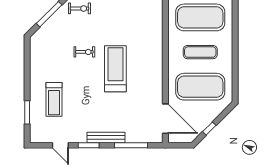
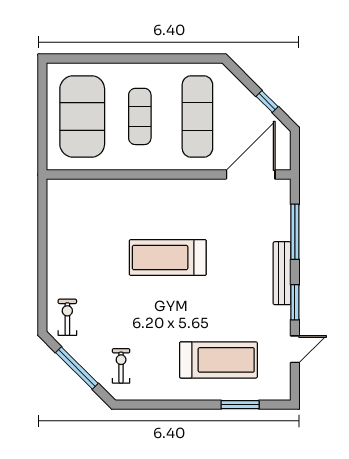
exercise bike: (84, 52) -> (121, 366), moved
exercise mat: (200, 87) -> (197, 116), width x0.68
treadmill: (54, 99) -> (218, 360), width x1.37, depth x1.38

